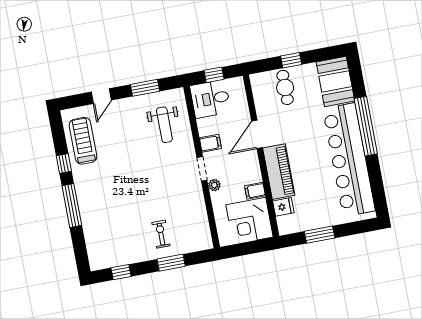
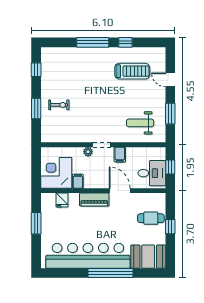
desk: (210, 99) -> (152, 173), moved, turned 90
treadmill: (83, 141) -> (132, 71), moved
piano: (279, 172) -> (94, 200), width x0.73, depth x0.75

